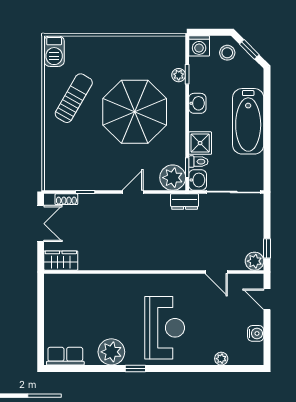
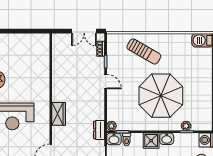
sun lounger: (74, 98) -> (144, 52), moved
shower: (200, 143) -> (151, 141), moved
plant: (173, 178) -> (111, 126), width x0.53, depth x0.53
door: (133, 192) -> (106, 82), moved
wardrobe: (61, 261) -> (59, 114), moved

